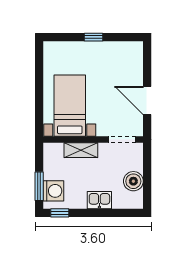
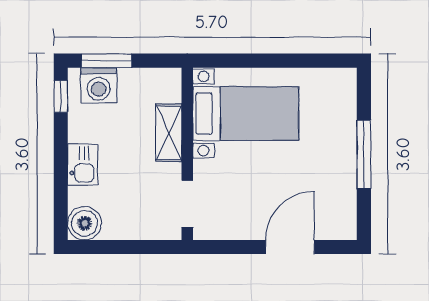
window: (93, 37) -> (364, 154), width x2.17
door: (147, 100) -> (290, 247), moved
boiler: (133, 181) -> (85, 223), moved

